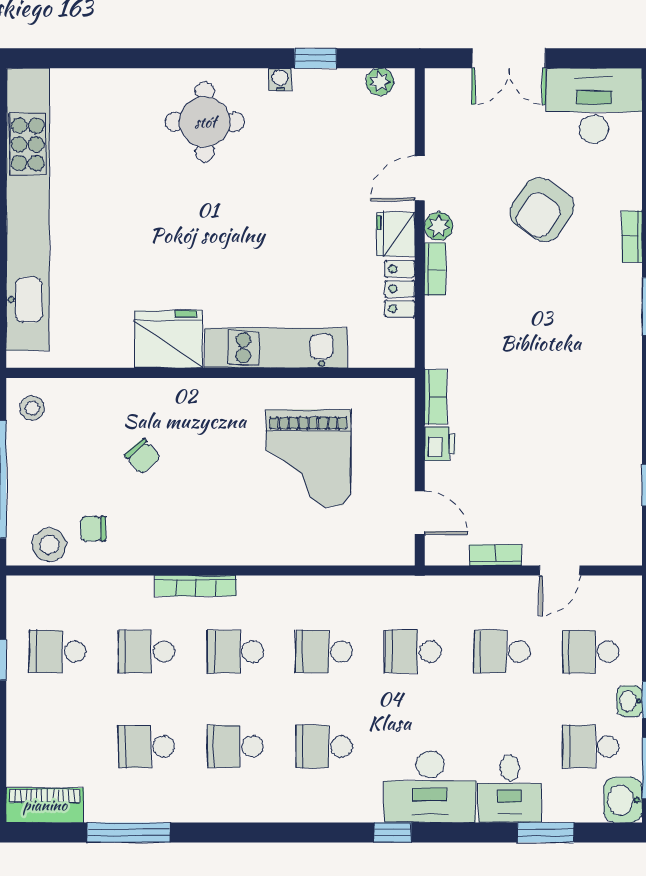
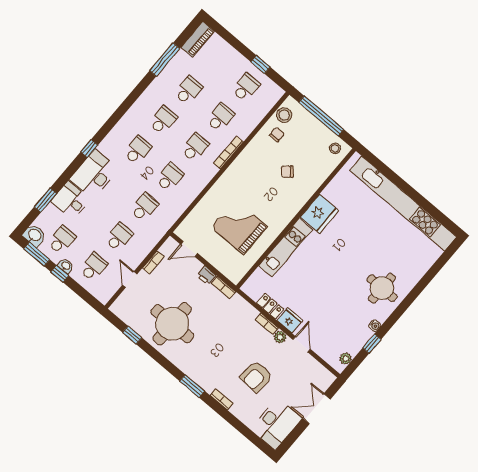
armchair: (542, 209) -> (256, 377), turned -120
round table: (573, 432) -> (172, 324), added

